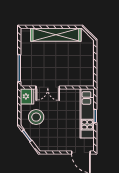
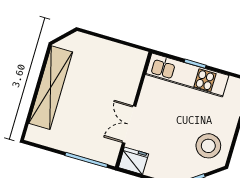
double door: (48, 87) -> (129, 124), swing flipped
stool: (36, 117) -> (208, 146), moved

